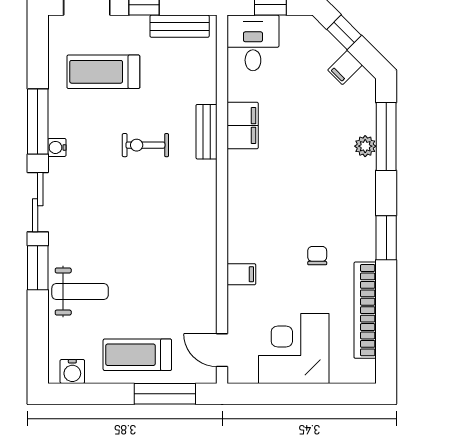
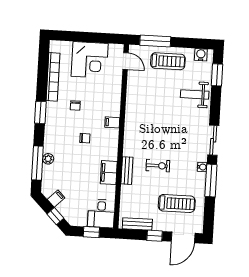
chair: (294, 192) -> (85, 138), added
window: (38, 268) -> (217, 75), moved
filing cabinet: (241, 274) -> (112, 122), moved

